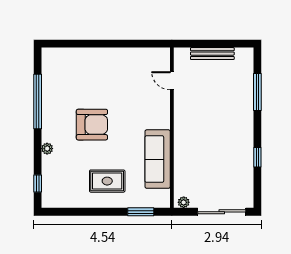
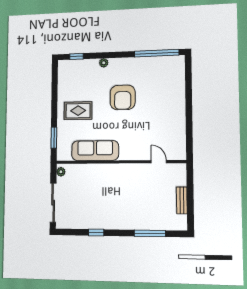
bench: (212, 54) -> (182, 200), width x0.73
door: (172, 81) -> (159, 162), hinge flipped
window: (38, 102) -> (157, 53), moved
rug: (107, 181) -> (78, 111), turned 90

